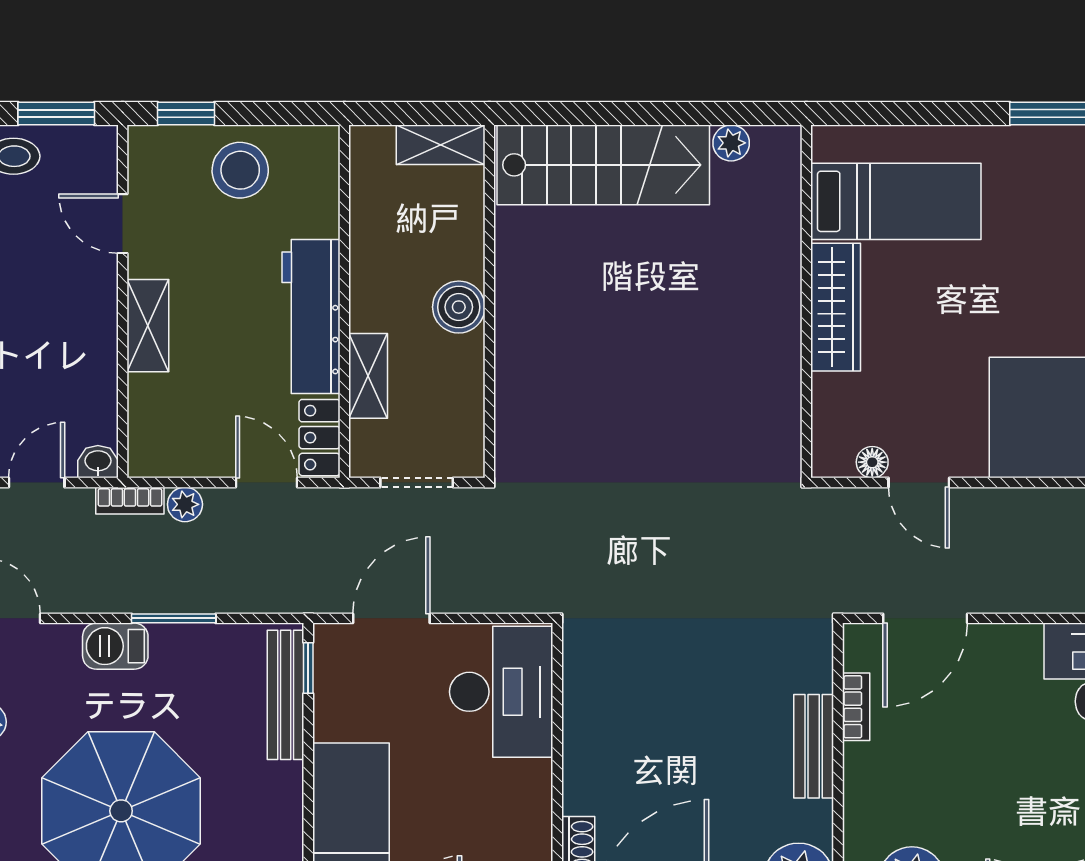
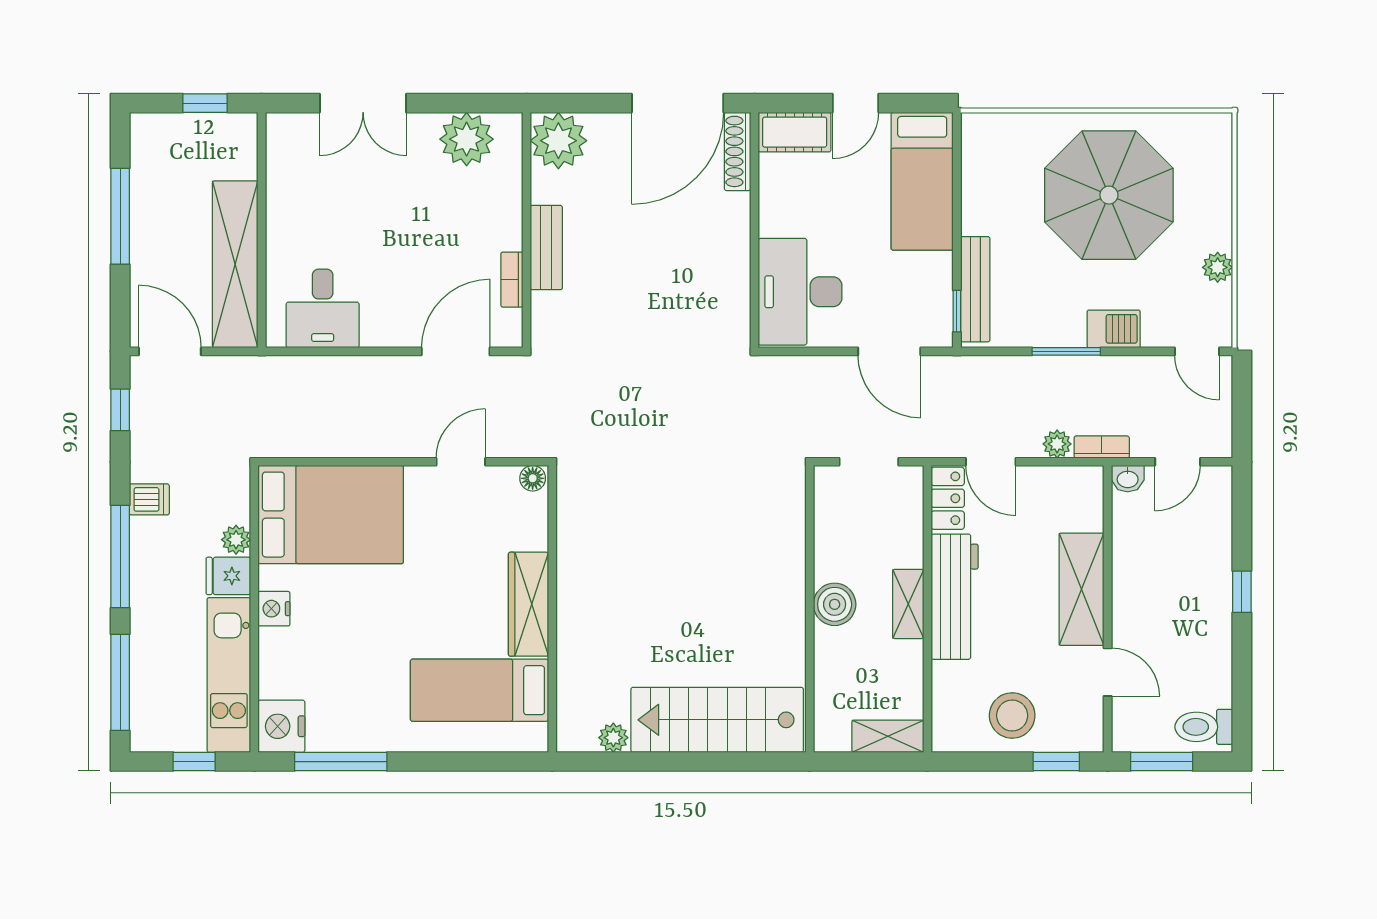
shelving: (441, 145) -> (888, 736), moved
shelving: (148, 326) -> (1082, 589), width x1.50, depth x1.33
shelving: (368, 376) -> (908, 604), moved
floor lamp: (872, 462) -> (533, 478), moved
door: (919, 483) -> (461, 462), hinge flipped
door: (391, 618) -> (889, 351), hinge flipped

